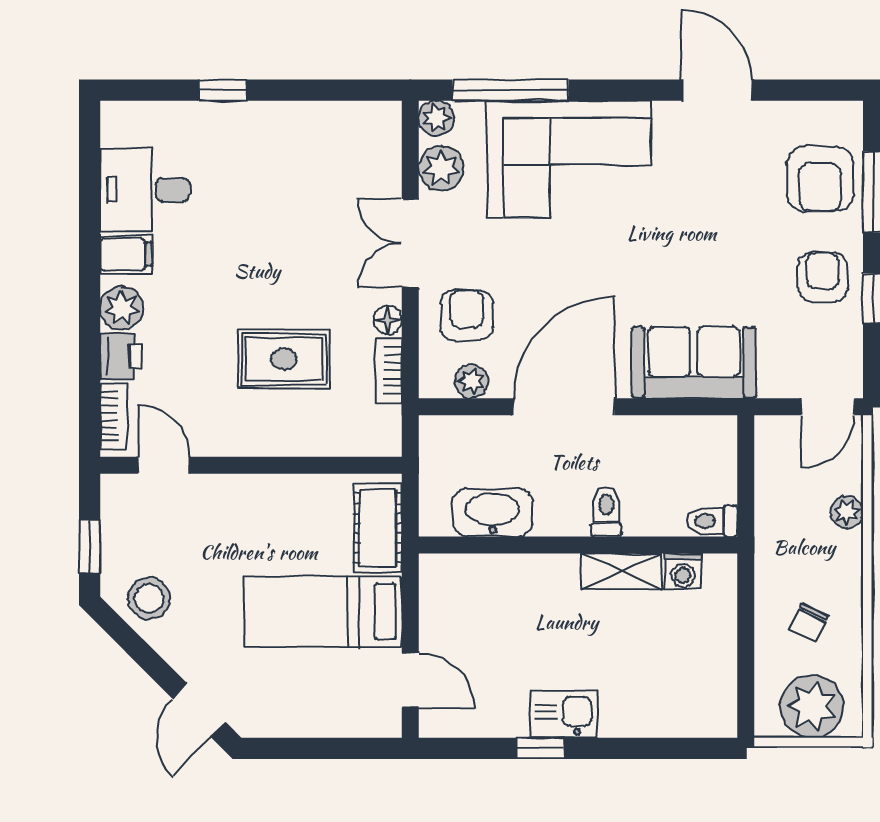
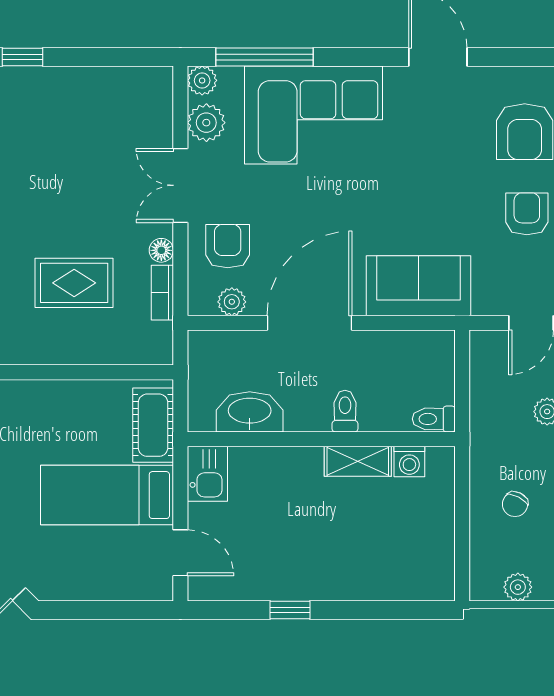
plant: (812, 706) -> (518, 587), width x0.53, depth x0.53
kitchen sink: (564, 714) -> (207, 474), moved, turned 90

